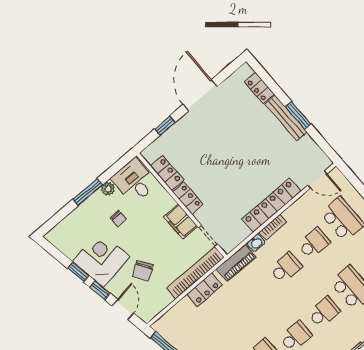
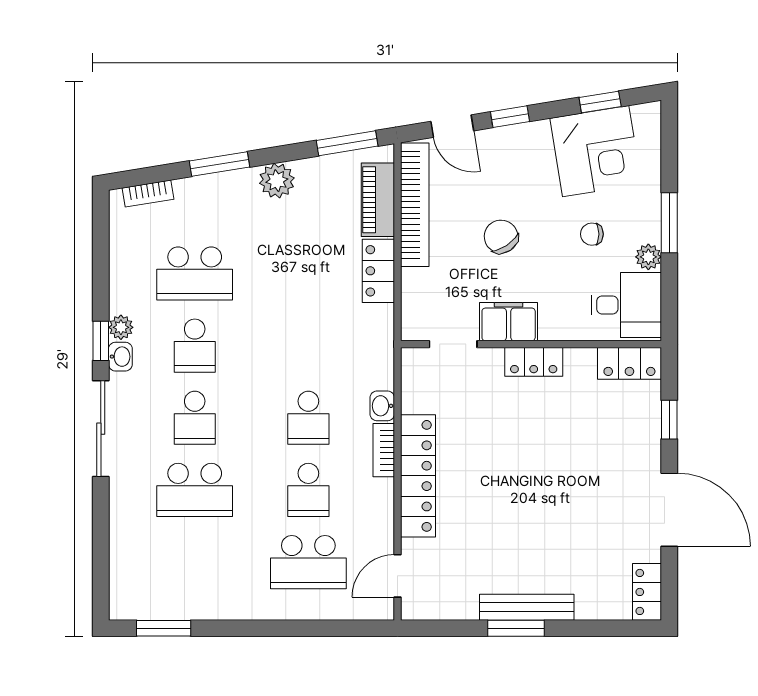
locker: (259, 88) -> (647, 592), moved, turned -90
locker: (167, 173) -> (629, 363), moved
corner desk: (101, 259) -> (596, 151), moved
piano: (236, 263) -> (378, 200), moved
chair: (143, 271) -> (501, 237), moved
window: (78, 272) -> (600, 102), moved
bookcase: (195, 273) -> (415, 205), moved

